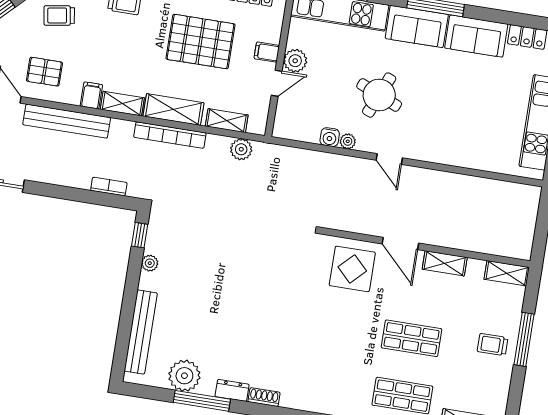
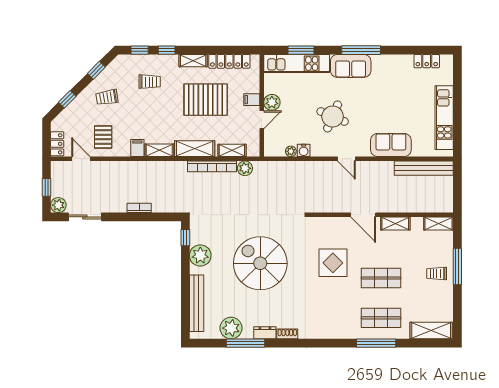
sofa: (476, 36) -> (391, 145), moved, turned 180
pallet: (44, 72) -> (103, 137), turned 90
bench: (67, 121) -> (424, 168), moved
bookcase: (170, 135) -> (212, 166), moved
plant: (348, 141) -> (291, 151), moved
bookcase: (109, 187) -> (139, 208), moved
plant: (150, 263) -> (200, 255), width x1.88, depth x1.88
display table: (352, 269) -> (333, 263), moved
spiral stairs: (241, 289) -> (260, 263), added

